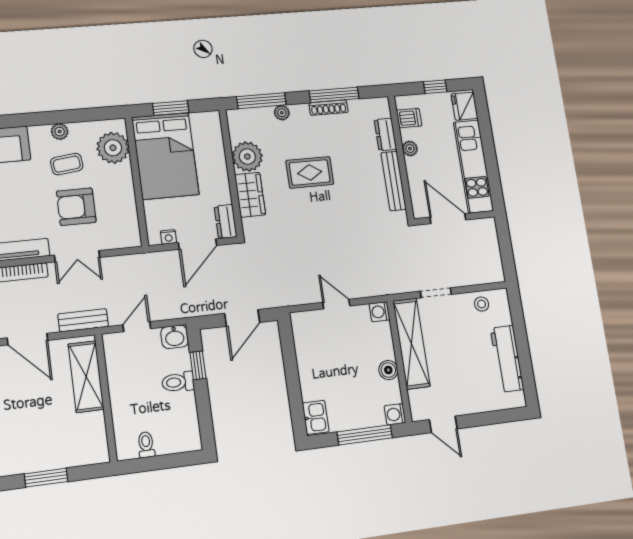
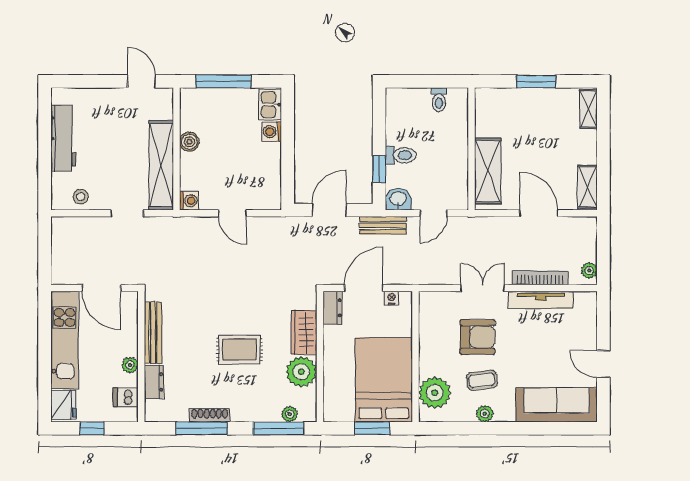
plant: (282, 113) -> (290, 414), moved
bench: (83, 320) -> (383, 225), moved
washing machine: (395, 414) -> (272, 132), moved, turned 180

